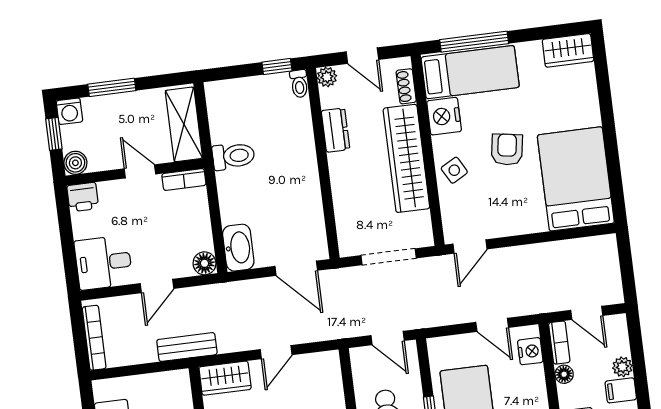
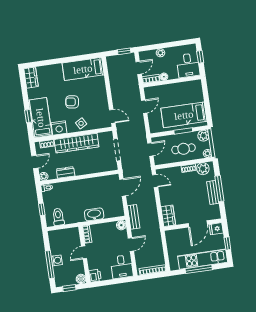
window: (474, 42) -> (28, 116), width x0.46
window: (277, 67) -> (42, 209), moved
window: (112, 87) -> (50, 265), width x1.44
washing machine: (69, 111) -> (57, 260), moved
shelving: (184, 124) -> (64, 235), removed
toilet: (233, 156) -> (58, 217), moved
bed: (576, 179) -> (83, 69), width x0.67
washbasin: (238, 248) -> (94, 214), moved
window: (628, 278) -> (124, 51), added
door: (157, 286) -> (131, 244), hinge flipped
bench: (187, 347) -> (134, 217), moved
nightstand: (530, 351) -> (155, 91), removed
door: (276, 352) -> (155, 181), moved
filing cabinet: (621, 390) -> (170, 53), removed

